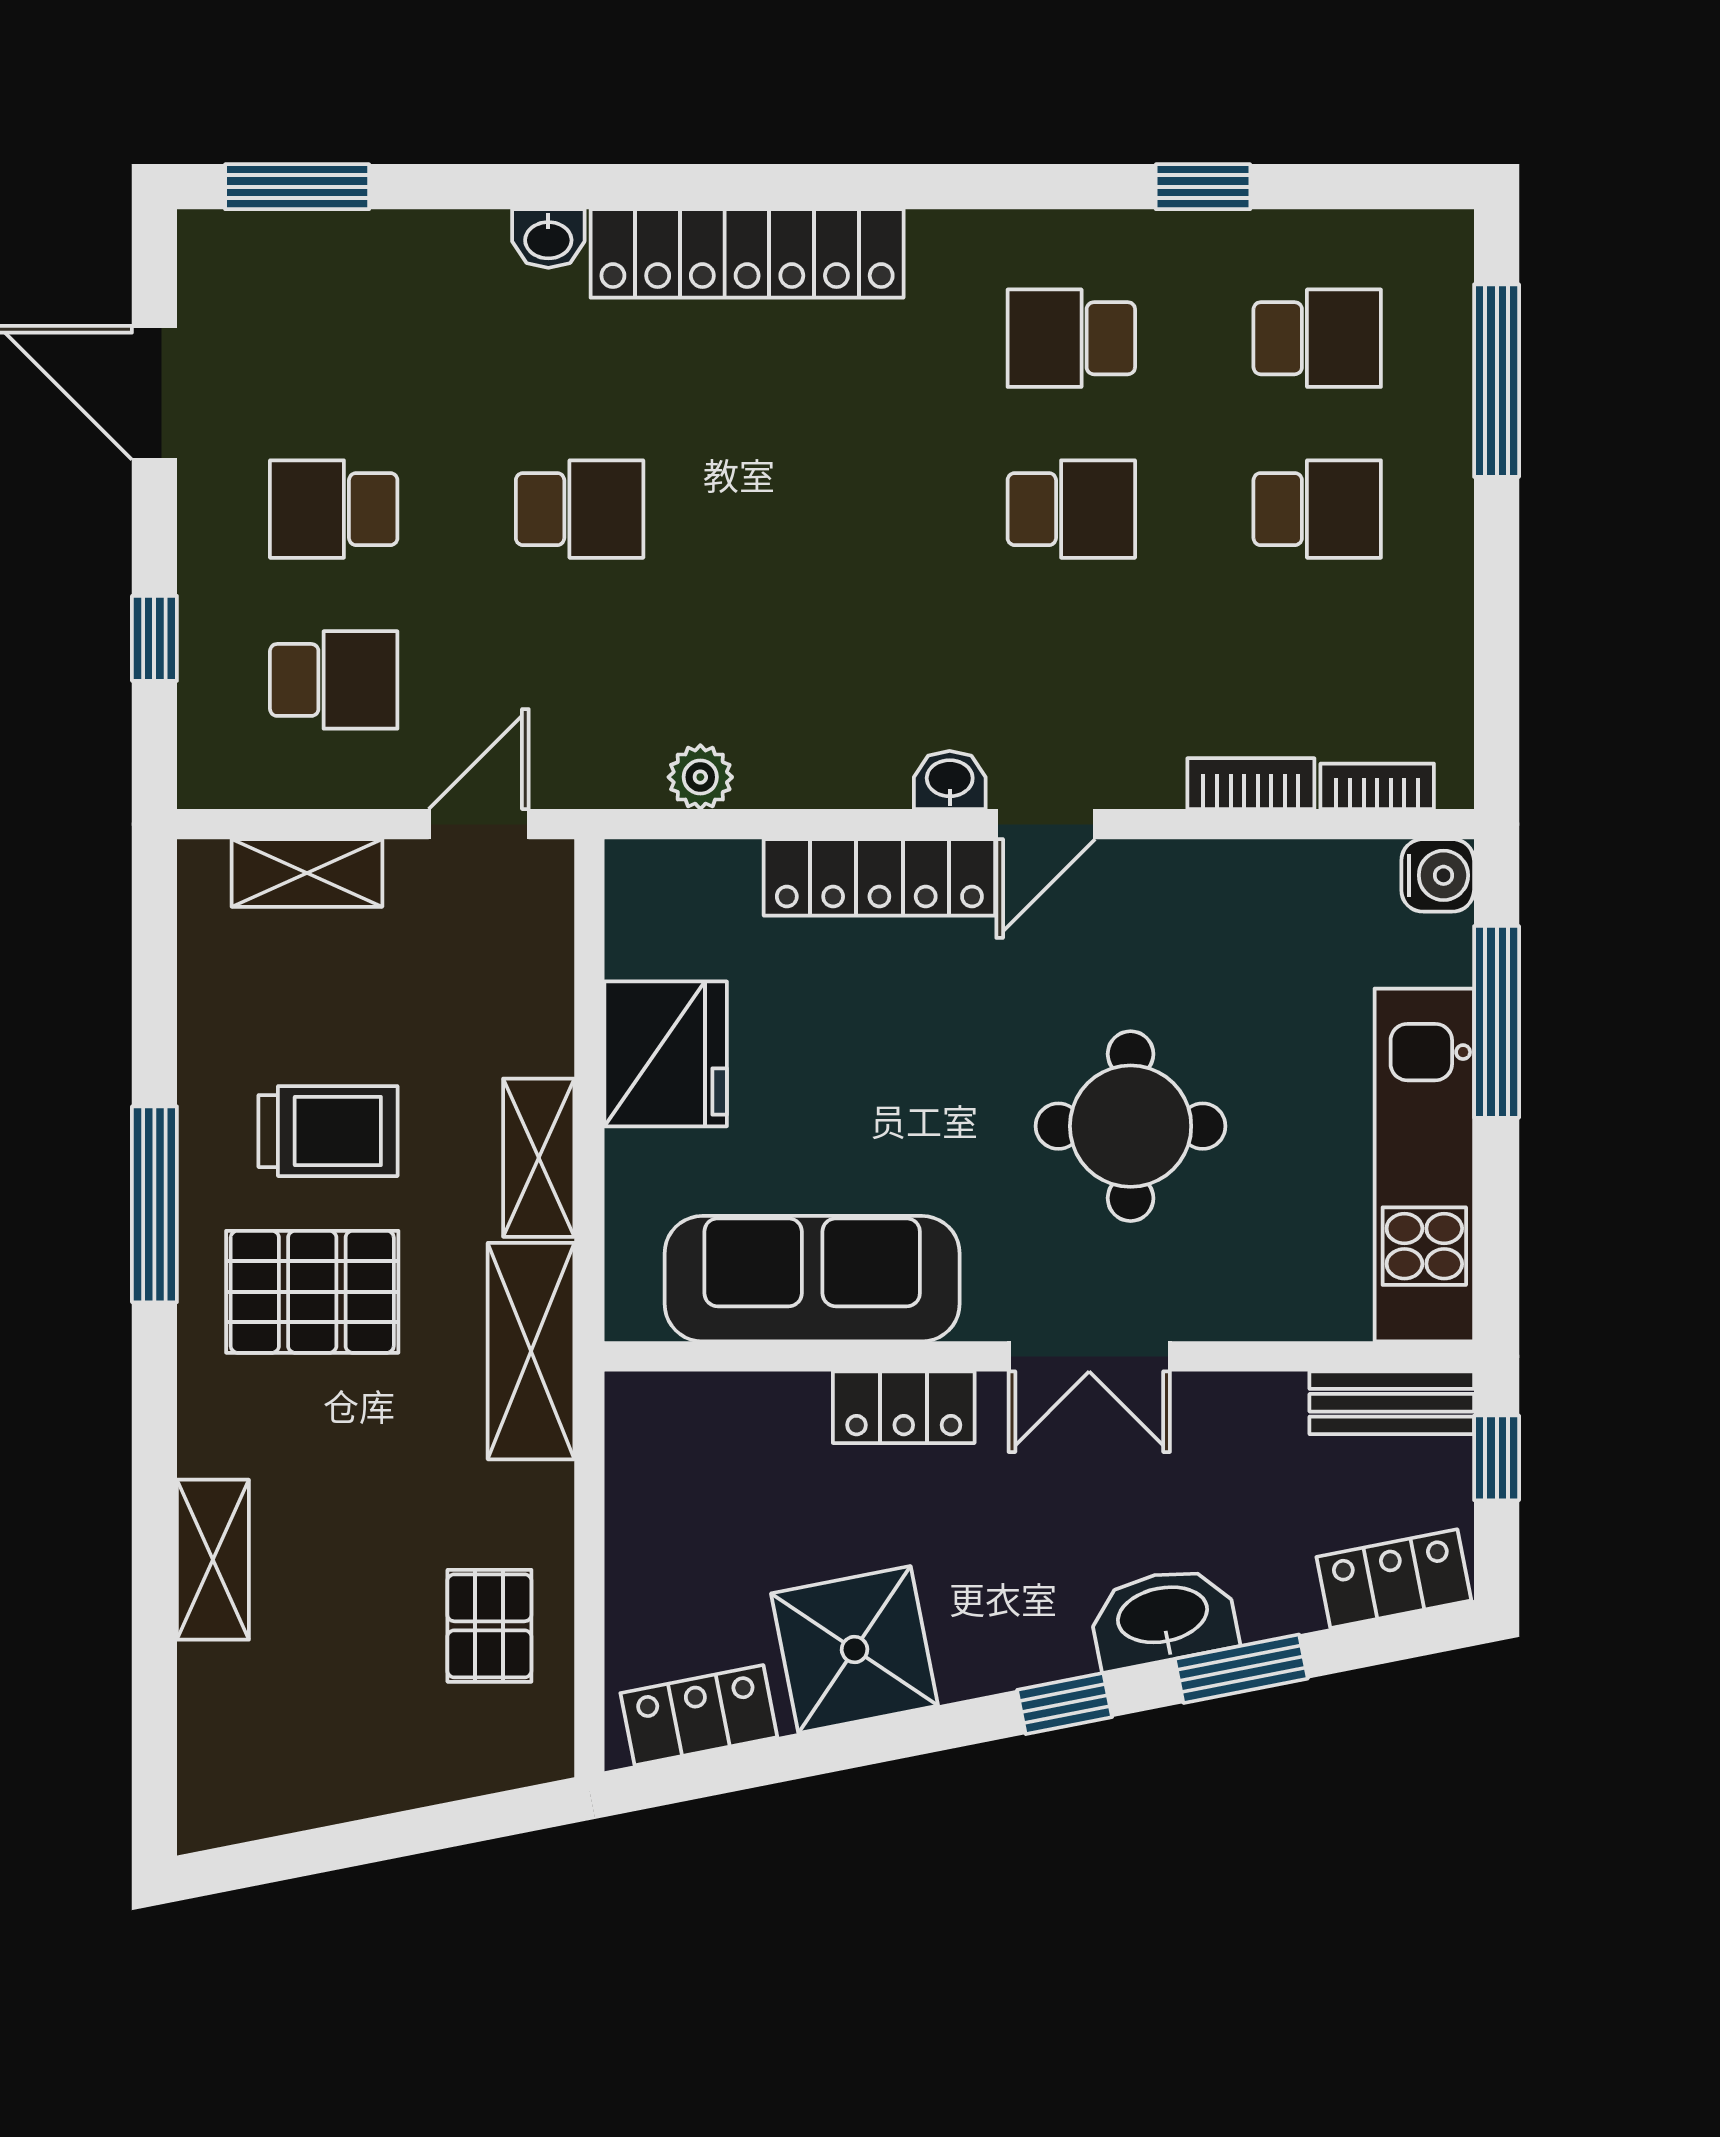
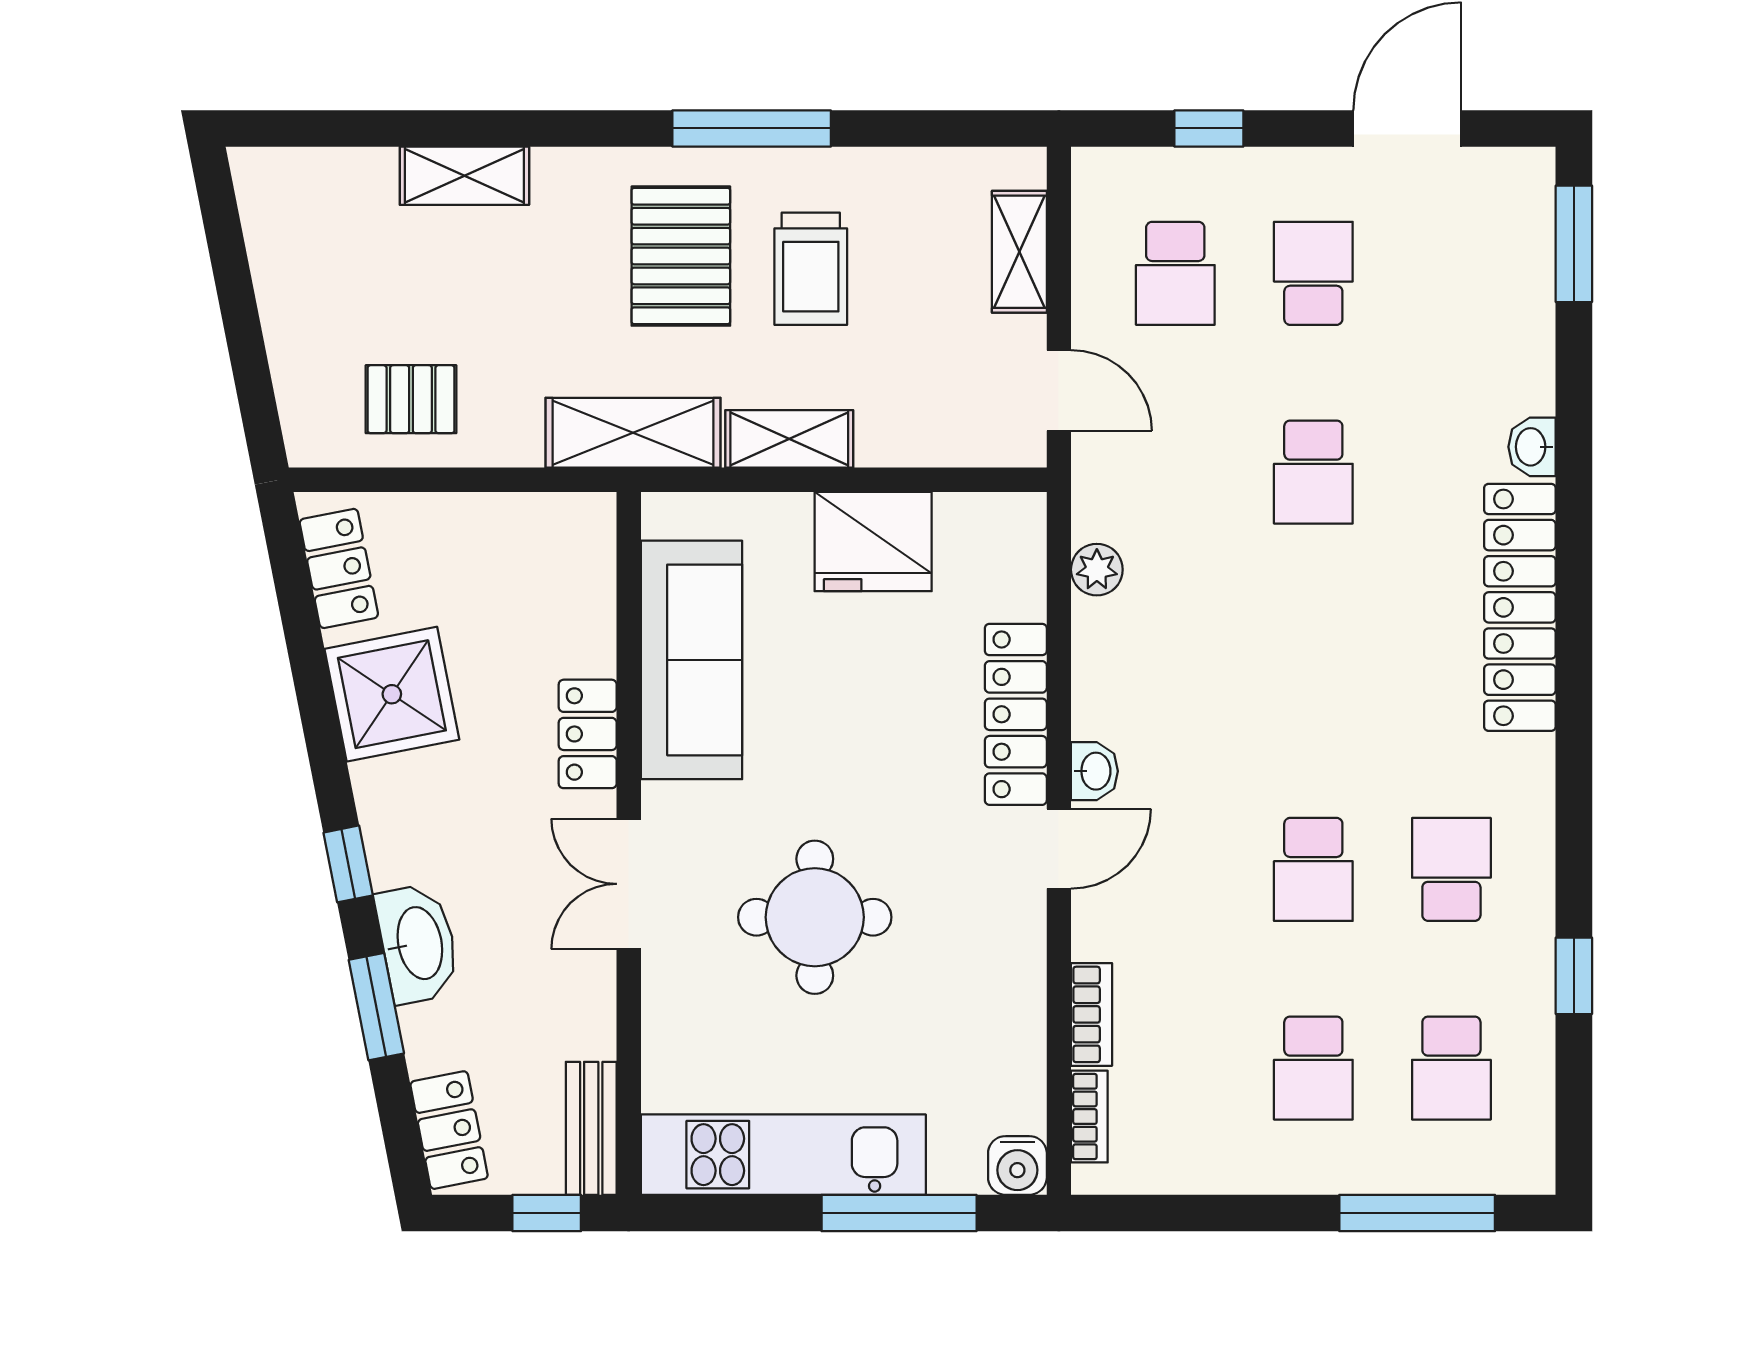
door: (1046, 824) -> (1059, 849), swing flipped

